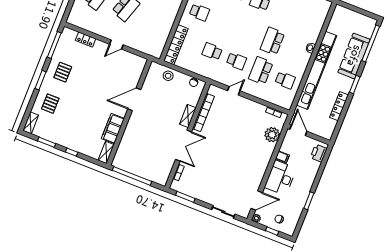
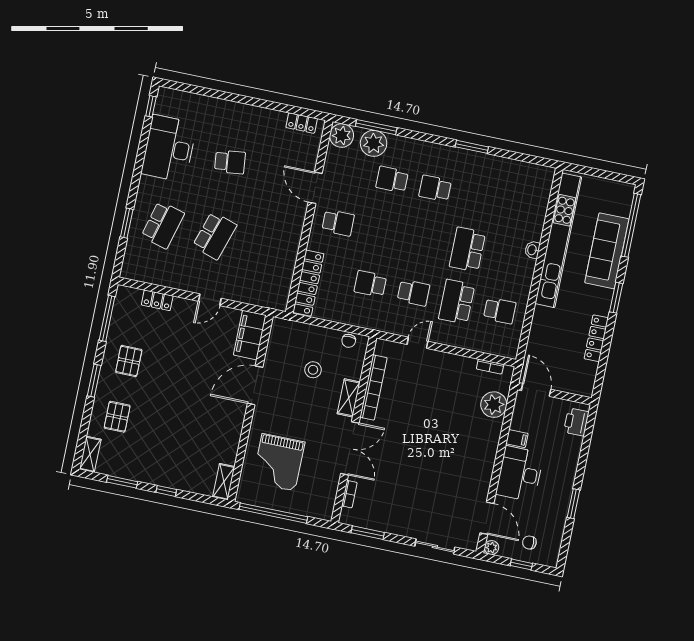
kitchen unit: (317, 70) -> (558, 240), moved
stool: (168, 76) -> (313, 370), moved
filing cabinet: (113, 129) -> (250, 335), moved
grand piano: (140, 147) -> (278, 462), added
door: (257, 200) -> (487, 518), hinge flipped

